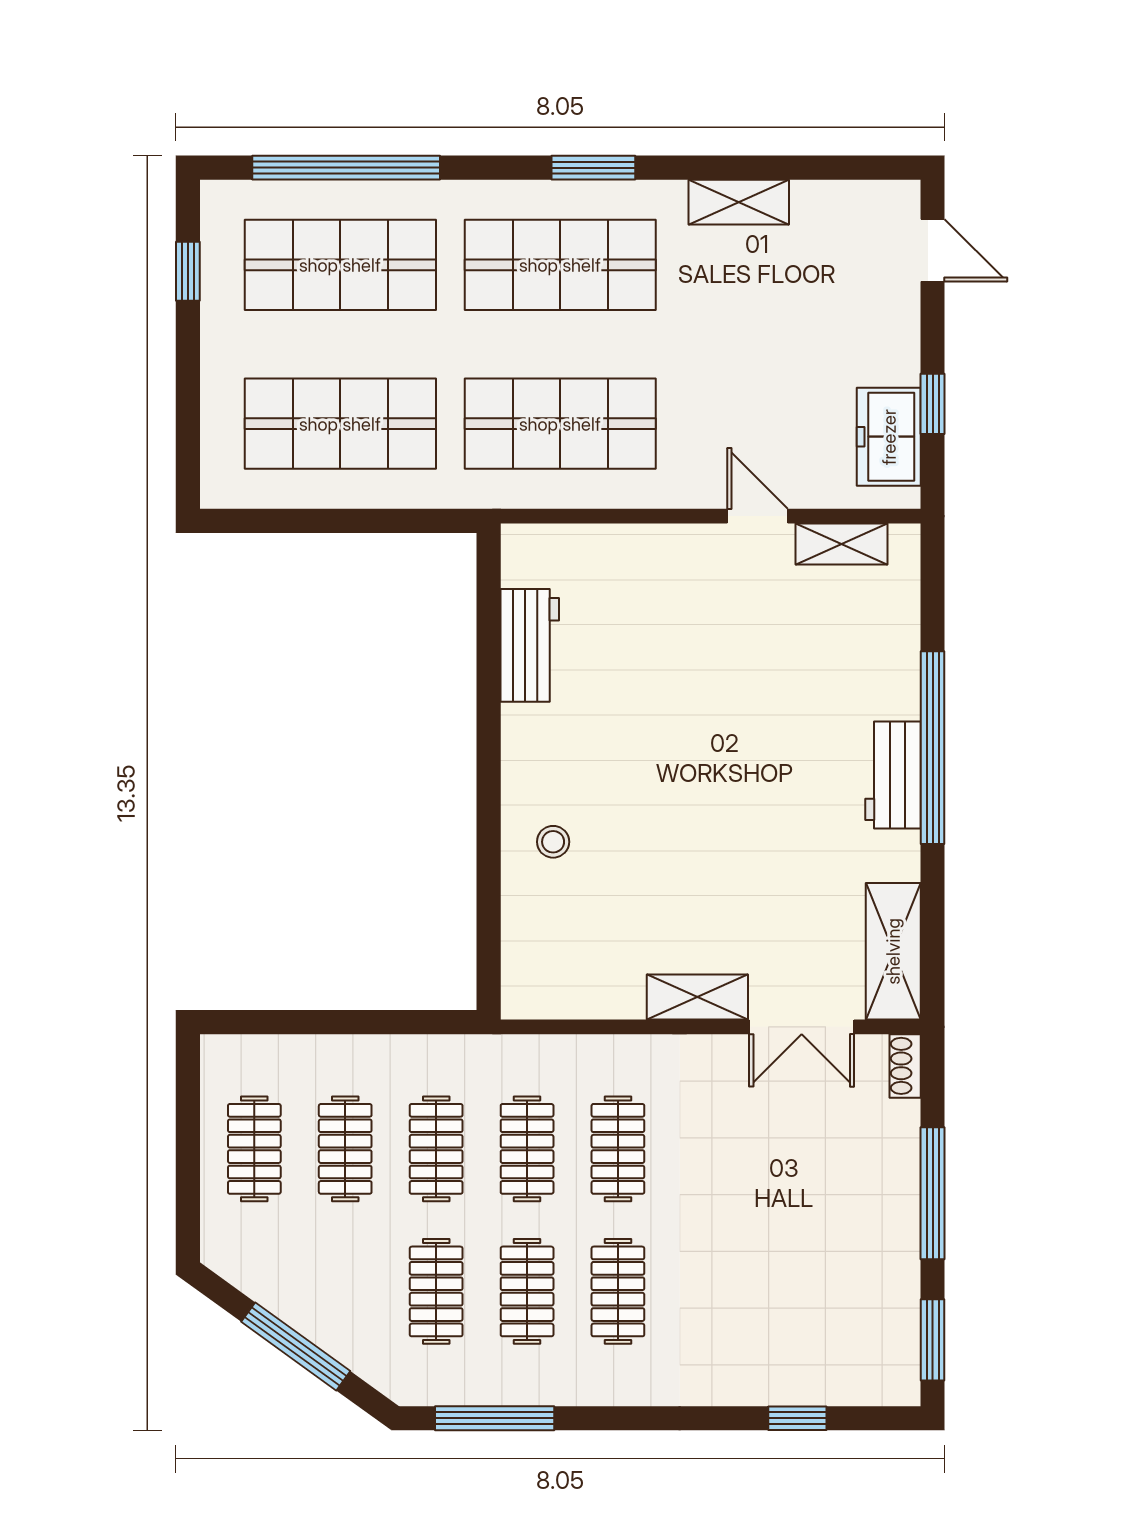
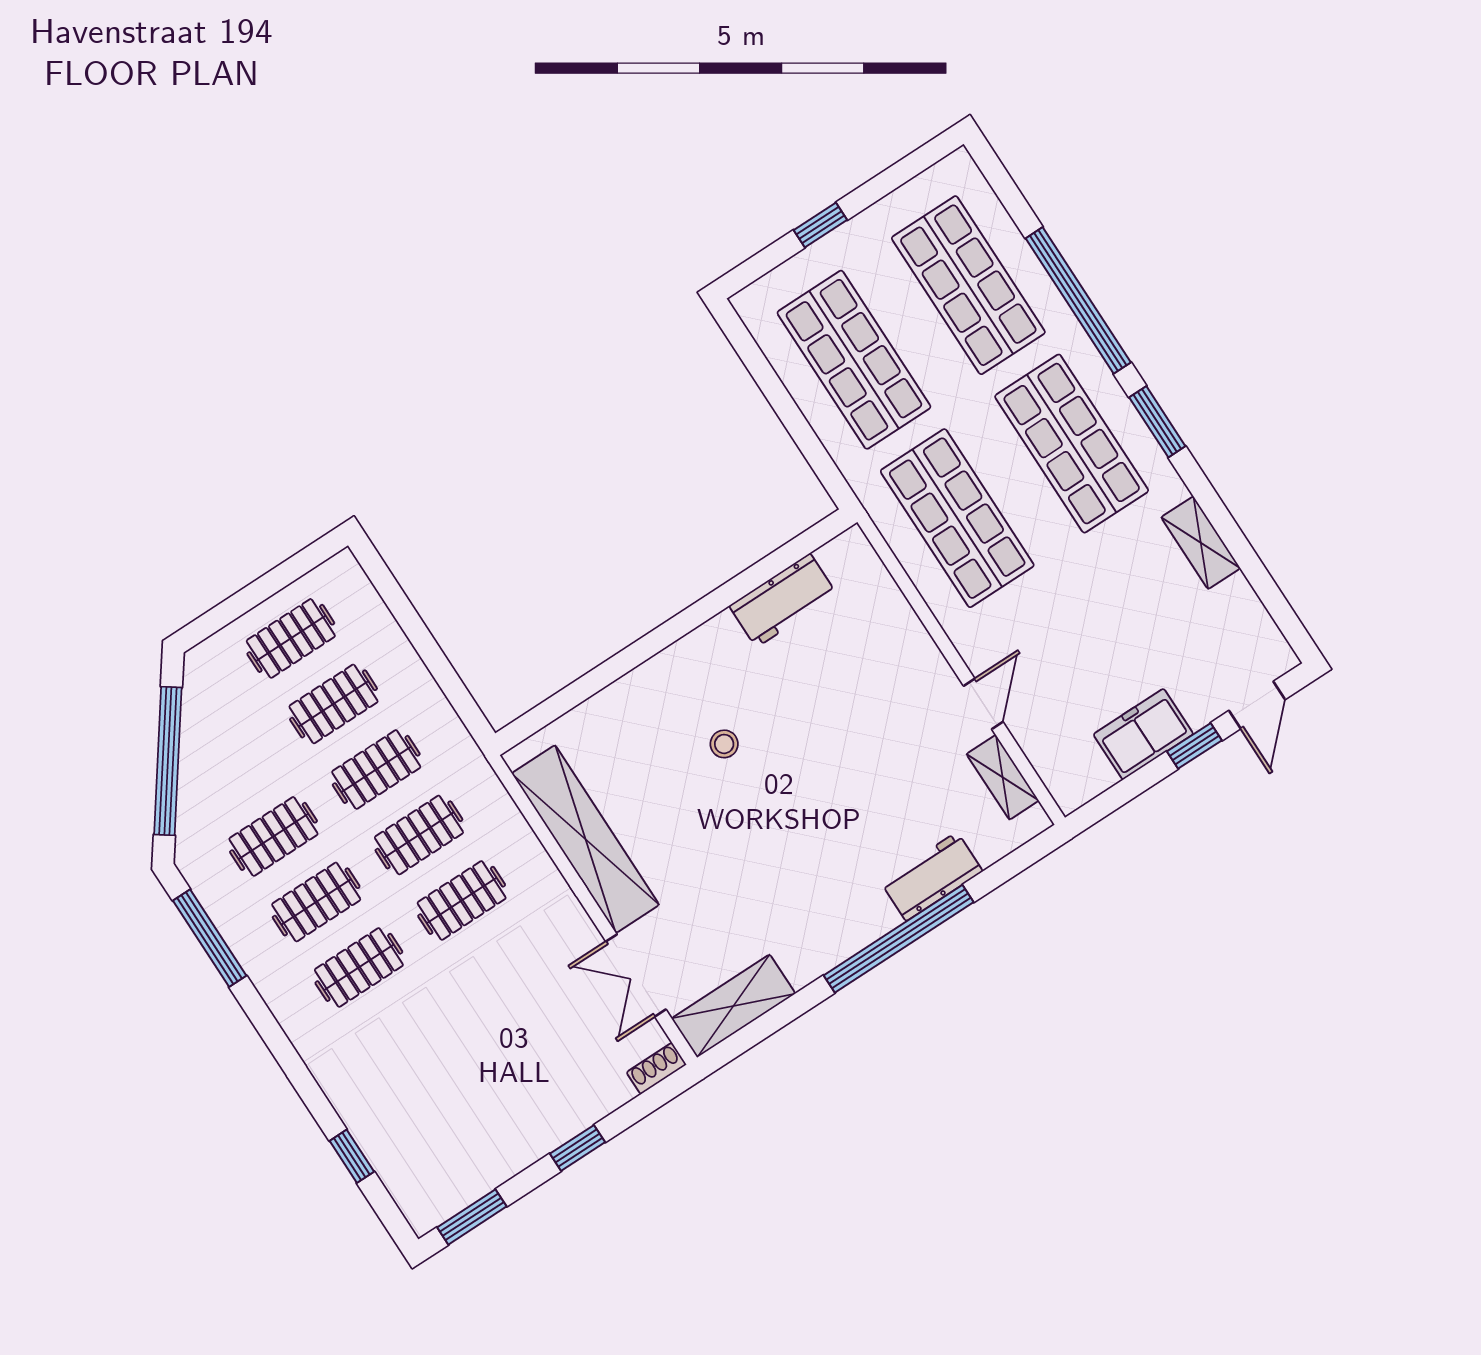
window: (346, 168) -> (1078, 300), moved
window: (188, 271) -> (820, 225), moved
window: (933, 404) -> (1194, 746), moved
freezer: (889, 437) -> (1143, 734), moved
workbench: (893, 775) -> (932, 876), moved
stool: (553, 842) -> (724, 744), moved
shelving: (697, 997) -> (585, 839), width x2.20, depth x1.33
window: (933, 1193) -> (578, 1148), width x0.46
window: (296, 1346) -> (168, 761), width x1.46

